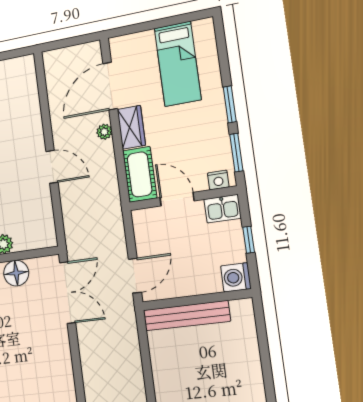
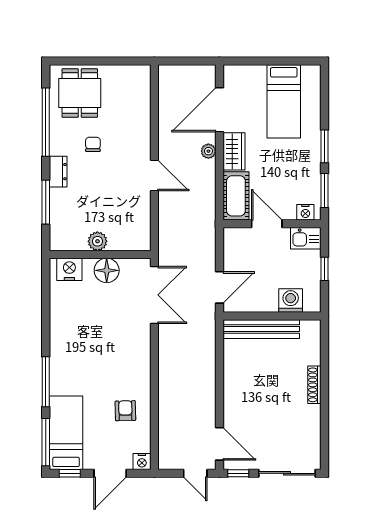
washing machine: (236, 277) -> (291, 300), moved, turned 90
shoe rack: (255, 372) -> (314, 385), added

